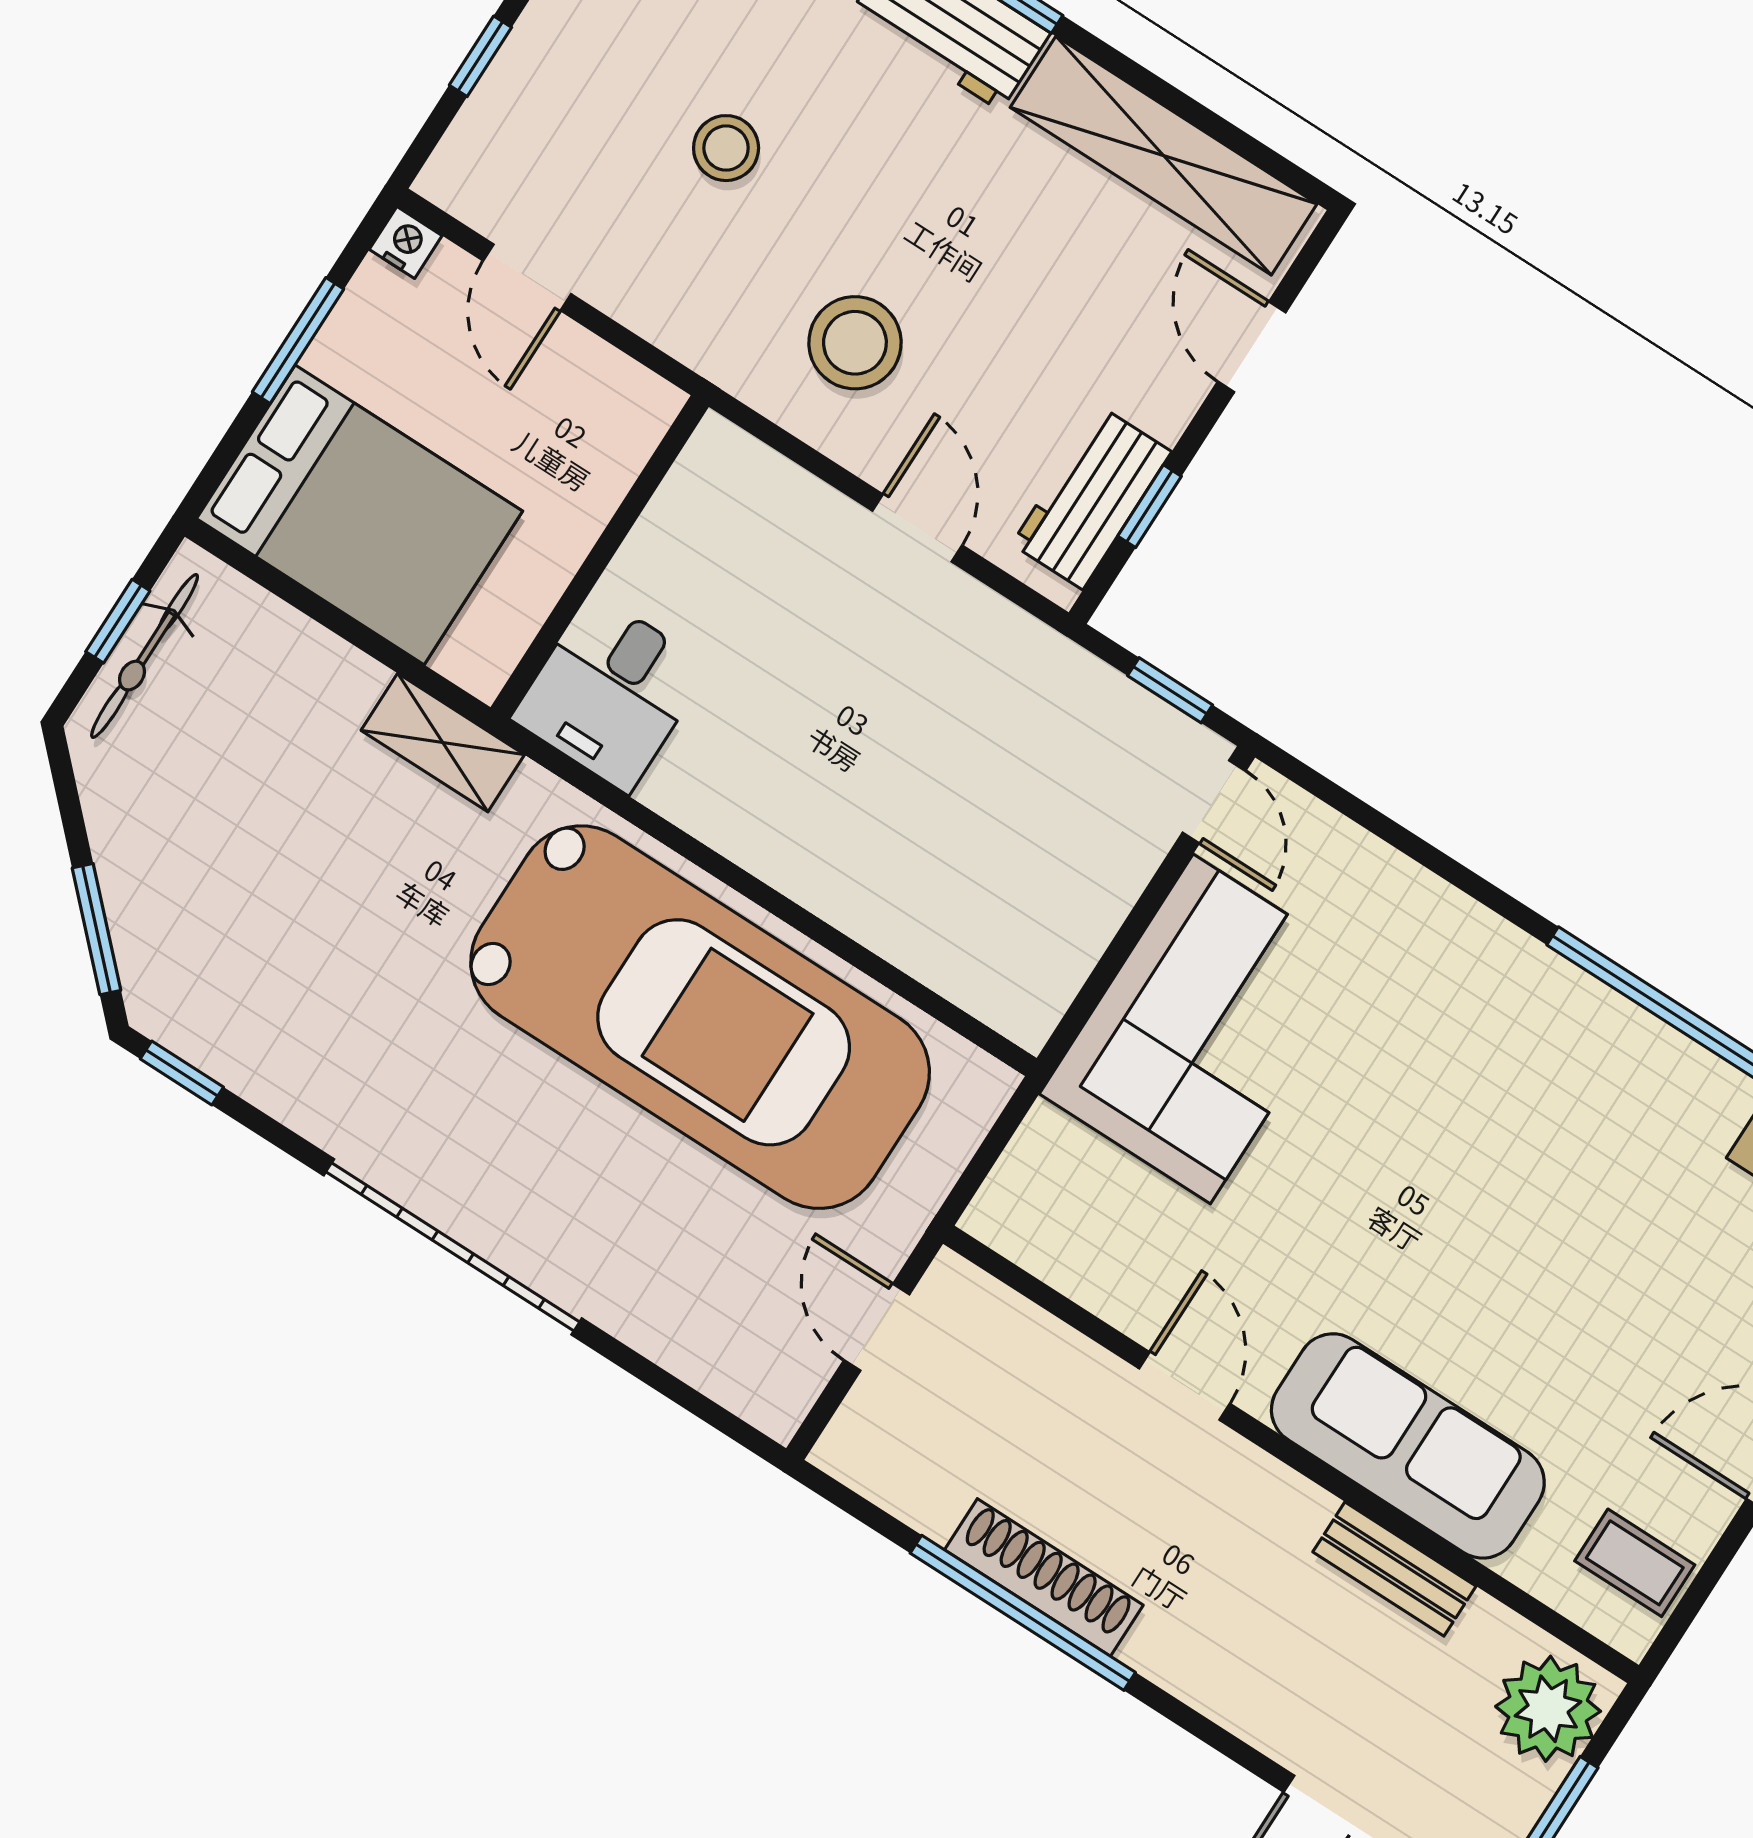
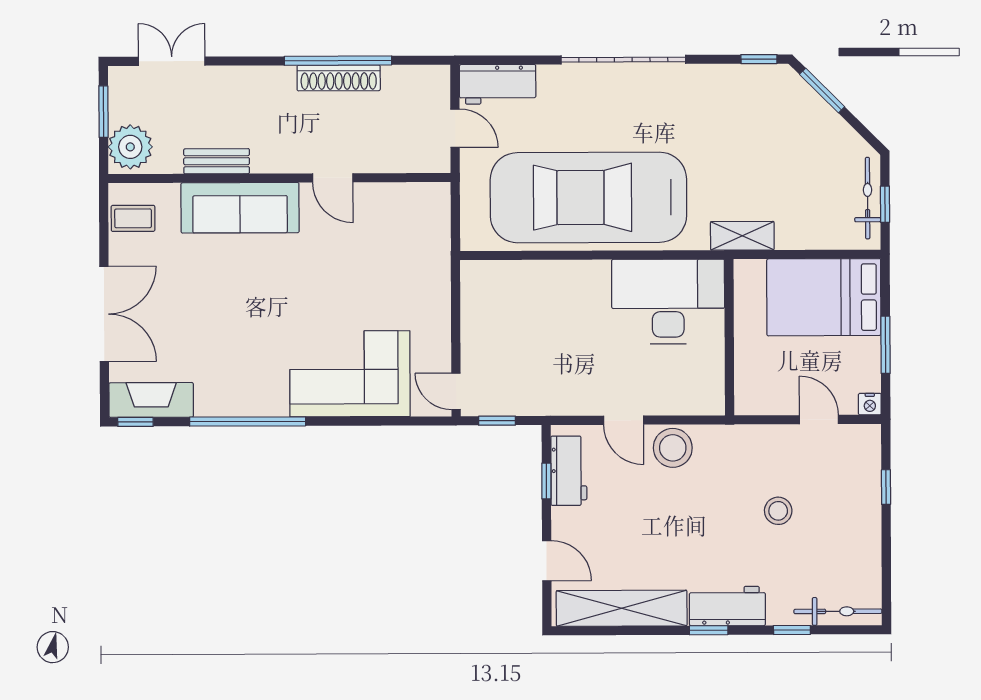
stool: (855, 343) -> (673, 448), moved
desk: (610, 693) -> (668, 302), width x1.87, depth x1.30
corner sofa: (1202, 1029) -> (350, 374), moved, turned 90
workbench: (735, 1360) -> (498, 84), added

